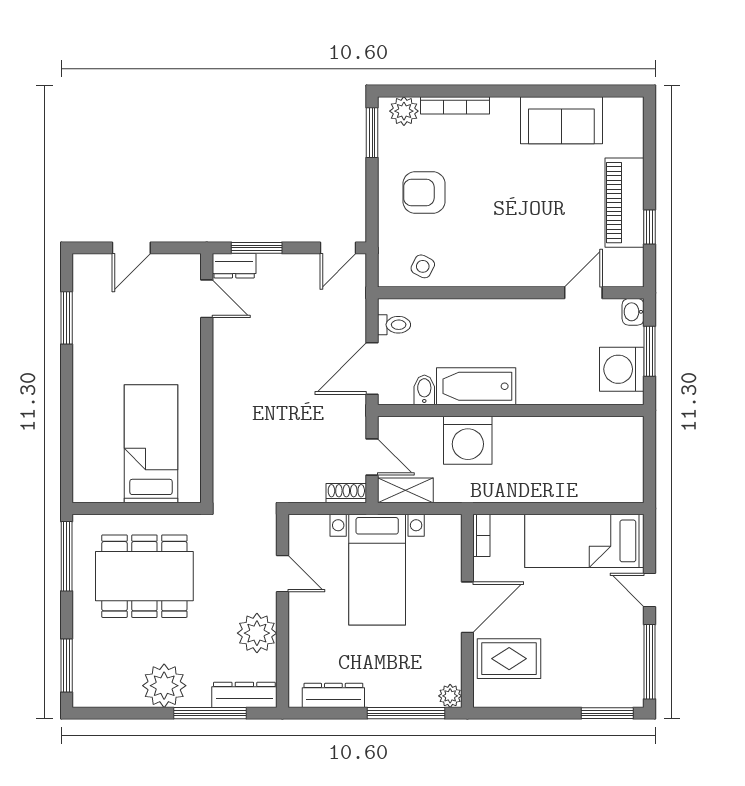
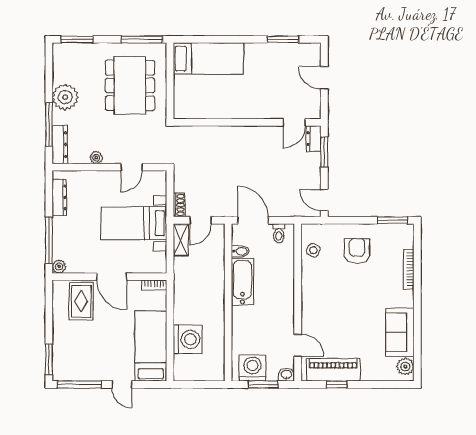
plant: (404, 111) -> (405, 366), moved
piano: (625, 203) -> (333, 370), moved
washing machine: (468, 440) -> (188, 339), moved, turned 180
bed: (151, 444) -> (208, 59), moved
door: (650, 590) -> (122, 384), swing flipped
plant: (257, 633) -> (96, 158), width x0.53, depth x0.53

